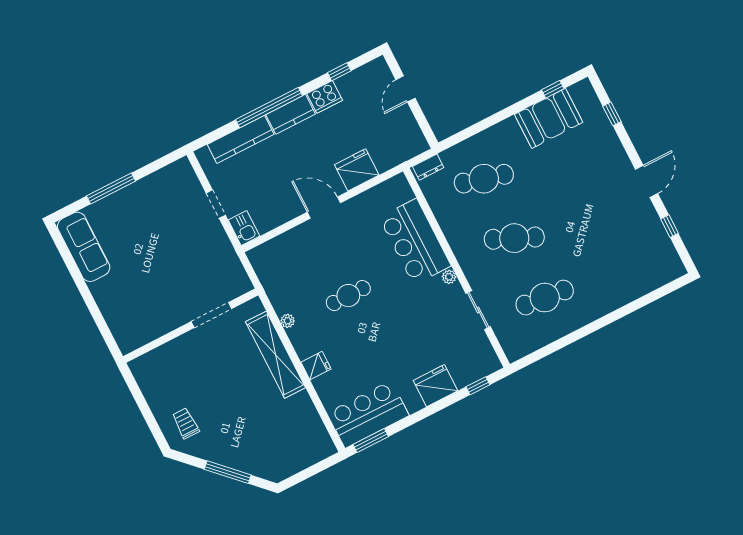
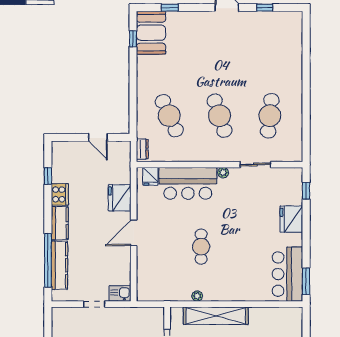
door: (406, 89) -> (98, 137), moved
window: (269, 108) -> (48, 260), moved
booth: (549, 118) -> (151, 33), moved
cafe table: (484, 179) -> (169, 116), turned -39
cafe table: (514, 238) -> (220, 116), turned -42
fridge: (316, 366) -> (150, 176), moved, turned 180

